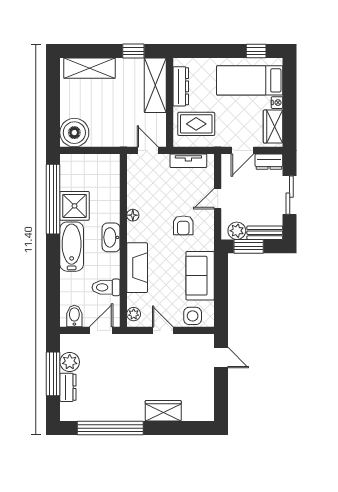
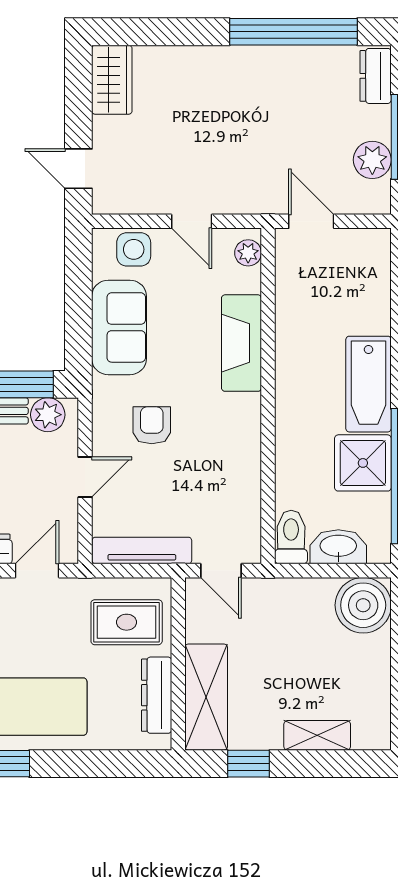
shelving: (90, 68) -> (317, 735), width x0.67, depth x0.75
tv unit: (188, 161) -> (142, 551), width x1.41
floor lamp: (133, 215) -> (250, 445), removed
washbasin: (111, 237) -> (338, 547), moved, turned -90
toilet: (106, 287) -> (291, 537), moved, turned -90
bidet: (74, 316) -> (363, 249), removed
door: (101, 330) -> (311, 221), swing flipped
dresser: (68, 387) -> (376, 76), moved
wardrobe: (163, 411) -> (112, 80), moved, turned -90

